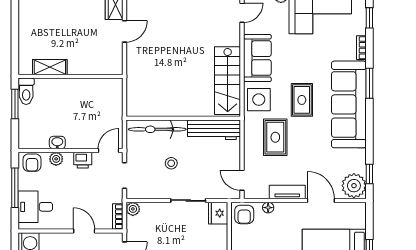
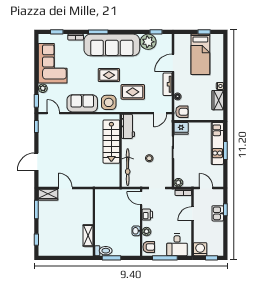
stairs: (228, 81) -> (111, 142), moved, turned 90
workbench: (214, 130) -> (128, 126), width x0.73
plant: (354, 186) -> (148, 42), moved

